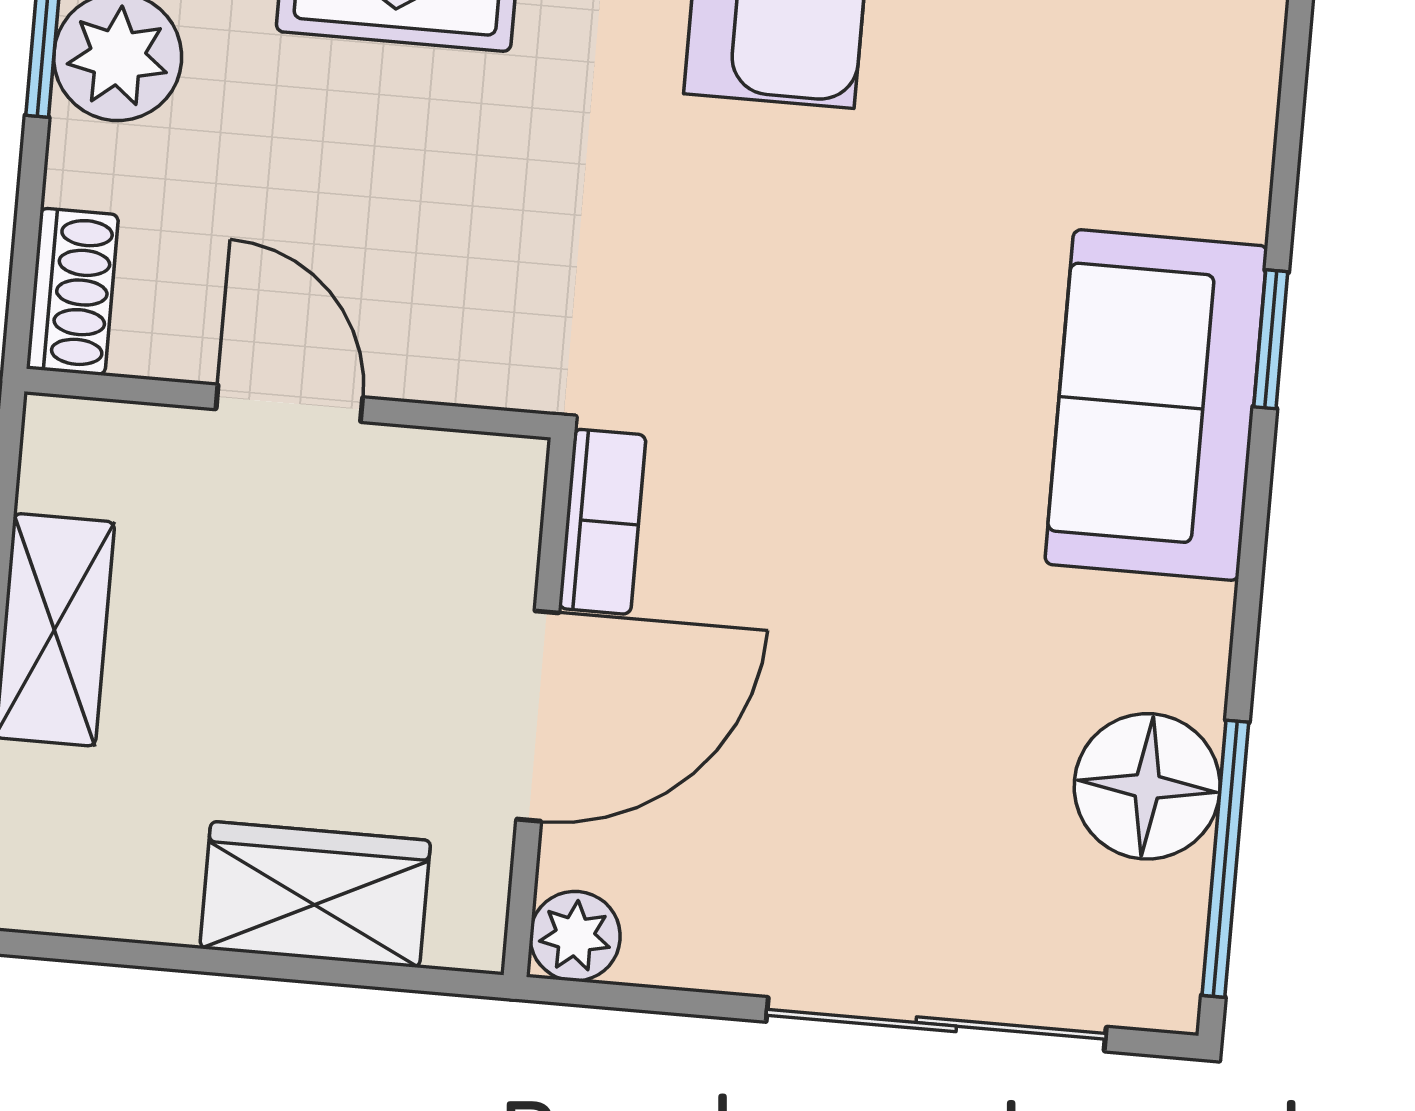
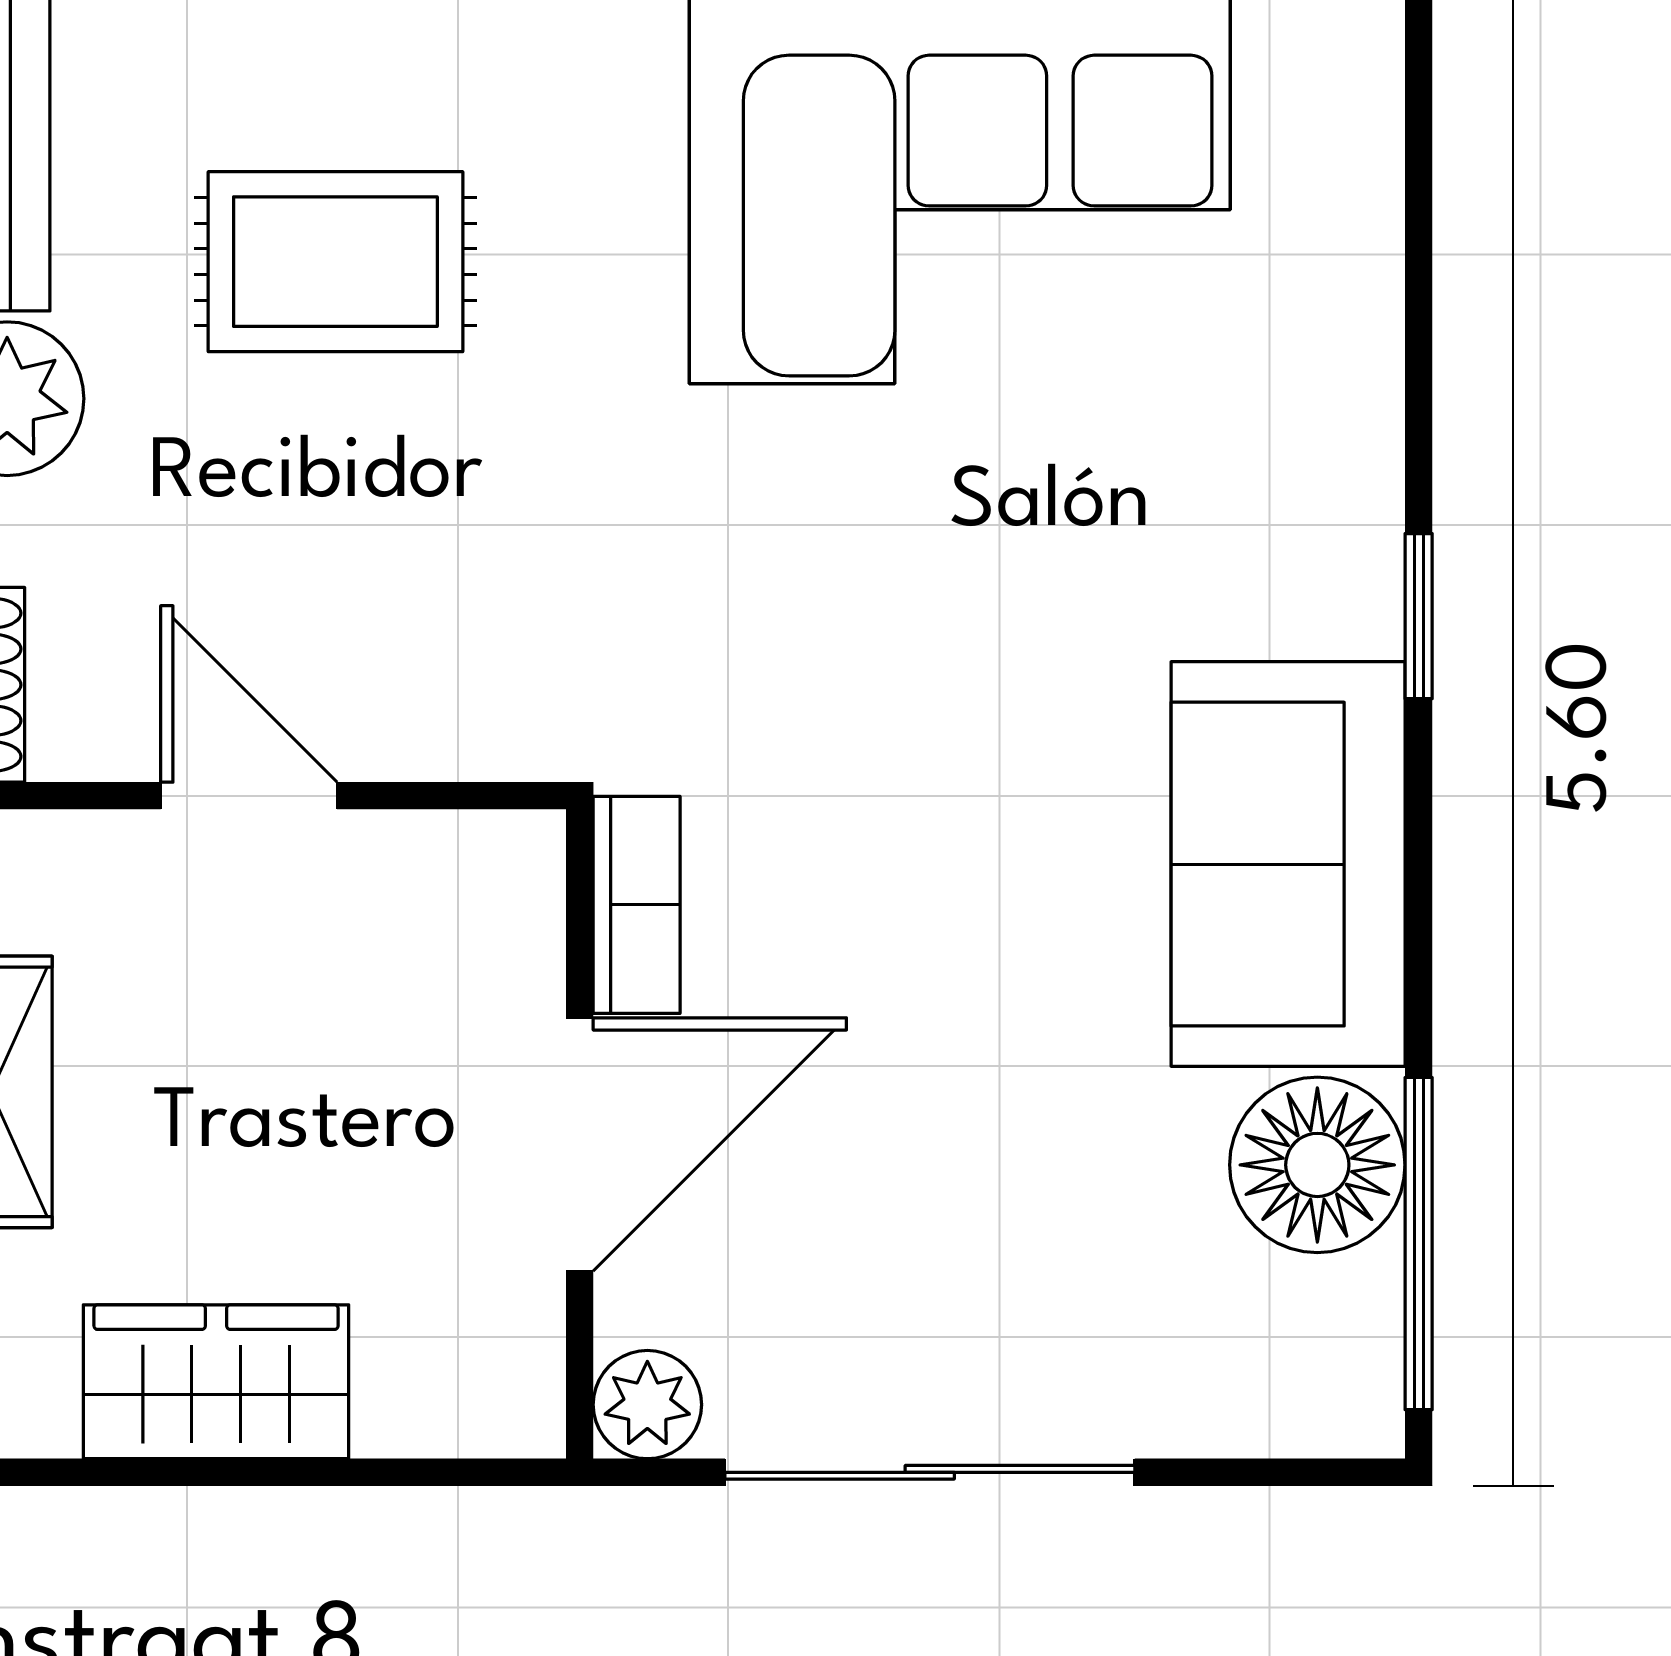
sofa: (1156, 405) -> (1288, 864), moved
wardrobe: (315, 894) -> (216, 1382), moved
sliding door: (936, 1024) -> (930, 1472), moved

